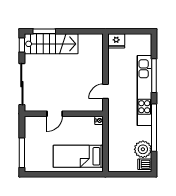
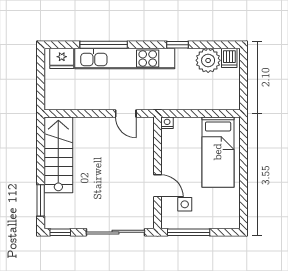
fridge: (116, 41) -> (62, 58), moved, turned 90
stairs: (51, 44) -> (58, 155), moved
window: (154, 128) -> (177, 45), width x0.32
side table: (42, 133) -> (185, 204), added
window: (22, 153) -> (189, 232), moved

